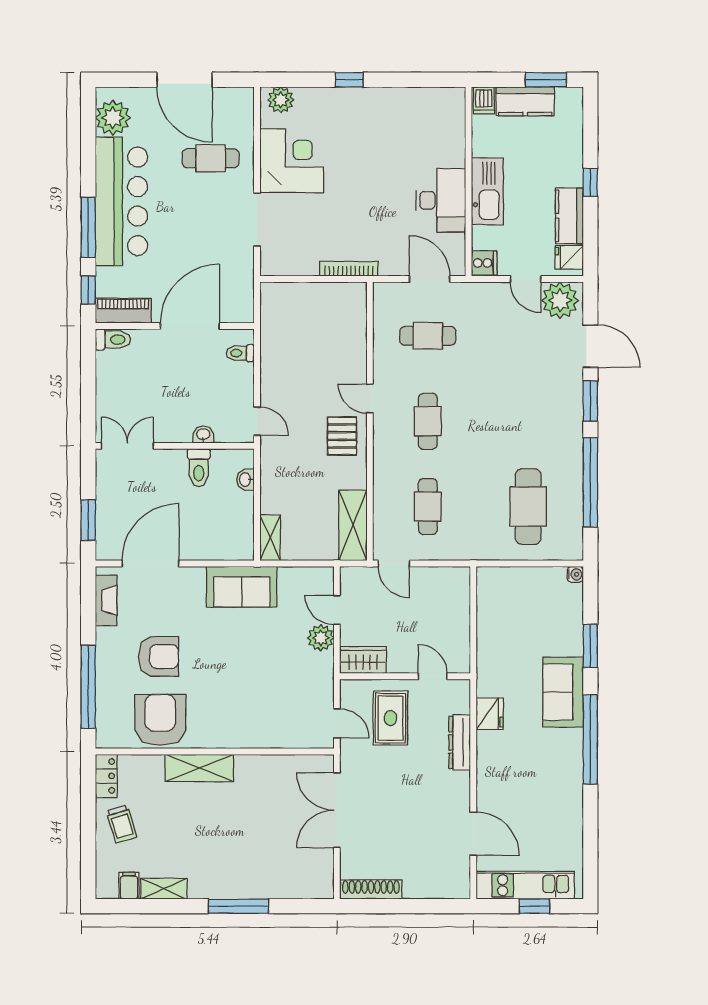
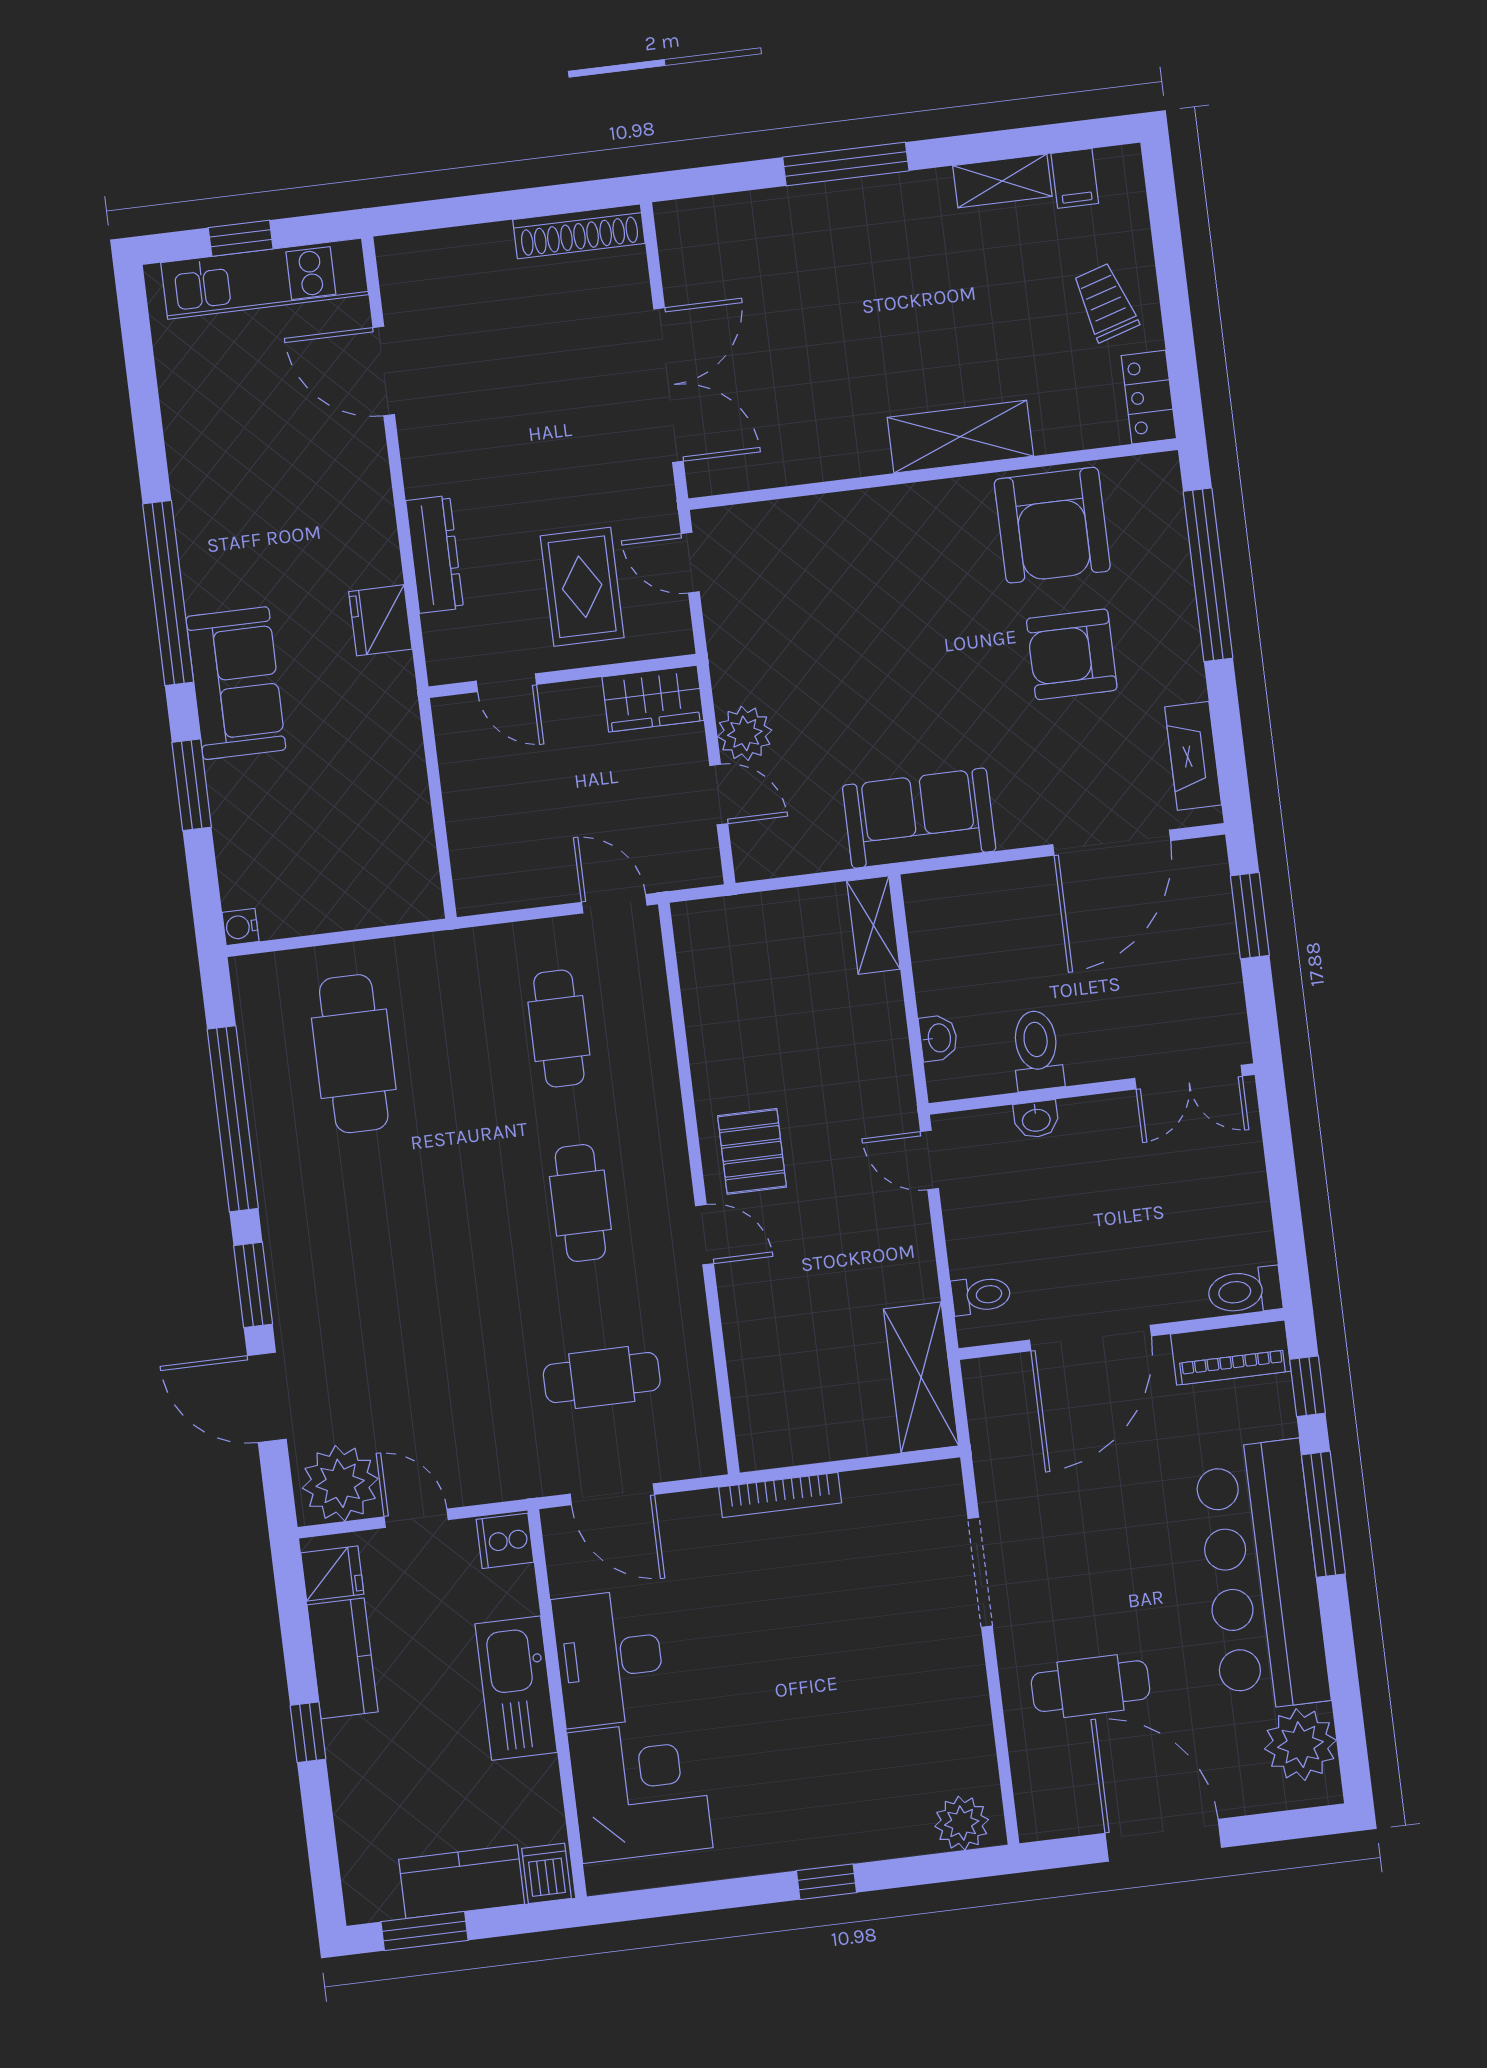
corner desk: (292, 161) -> (640, 1790), moved, turned 180
shelving: (353, 525) -> (921, 1377), moved

